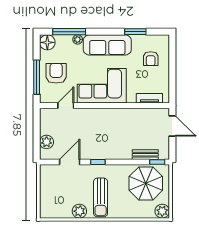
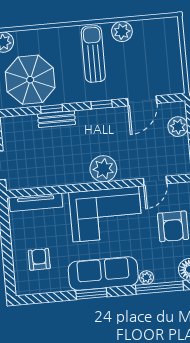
window: (135, 32) -> (91, 294), moved
tv unit: (149, 98) -> (36, 202), width x1.41
plant: (101, 117) -> (103, 169), added
bench: (145, 155) -> (56, 119), moved
window: (157, 162) -> (52, 109), moved

